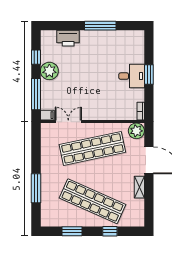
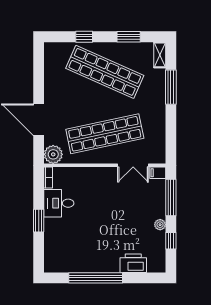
window: (100, 26) -> (96, 278), width x1.46
plant: (49, 71) -> (160, 225), width x0.53, depth x0.53
desk: (132, 76) -> (59, 203), moved
shelving: (139, 187) -> (160, 55), moved

